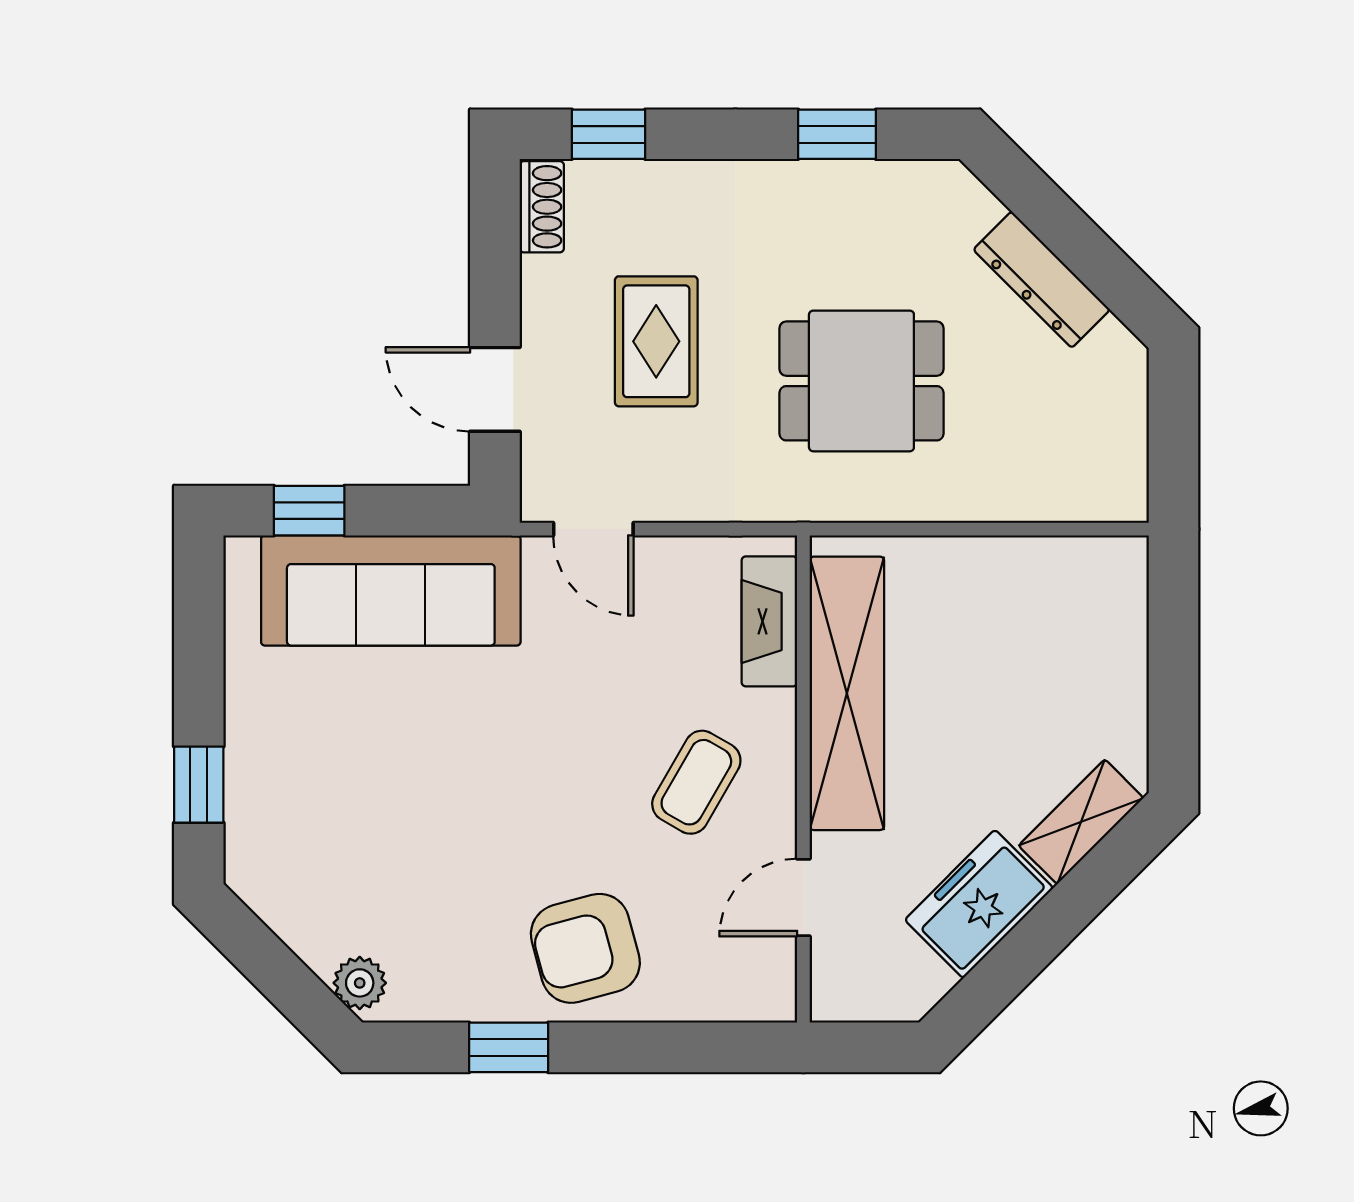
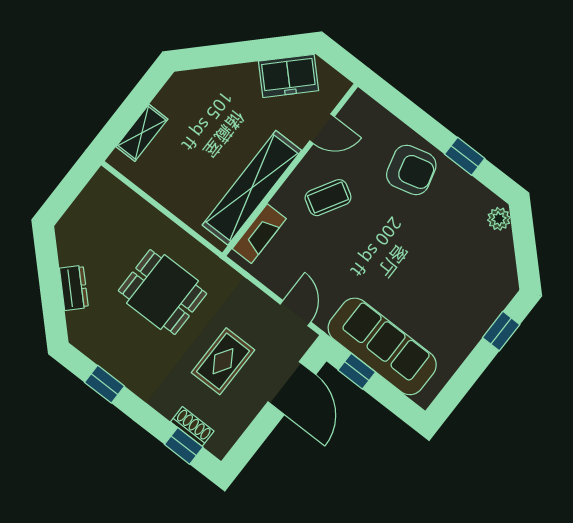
shoe rack: (542, 207) -> (192, 426), moved, turned 90
dresser: (1042, 280) -> (74, 288), width x0.70
door: (495, 389) -> (292, 388), width x1.38
window: (309, 511) -> (357, 371), moved
shelving: (1081, 822) -> (142, 133), moved, turned -45
freezer: (979, 904) -> (288, 76), moved

